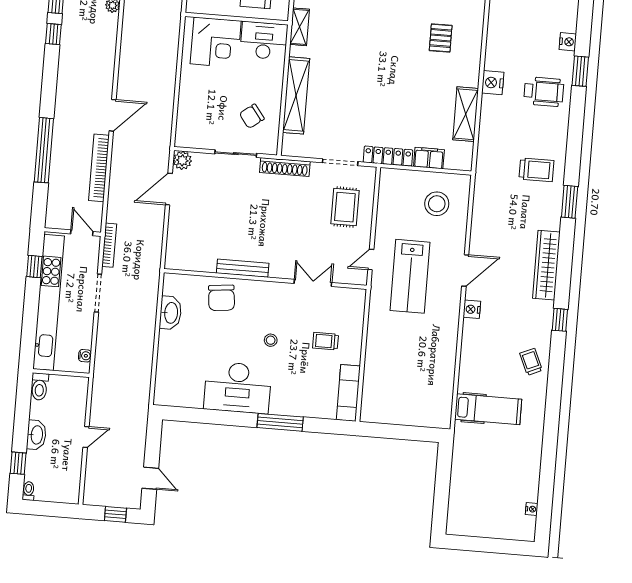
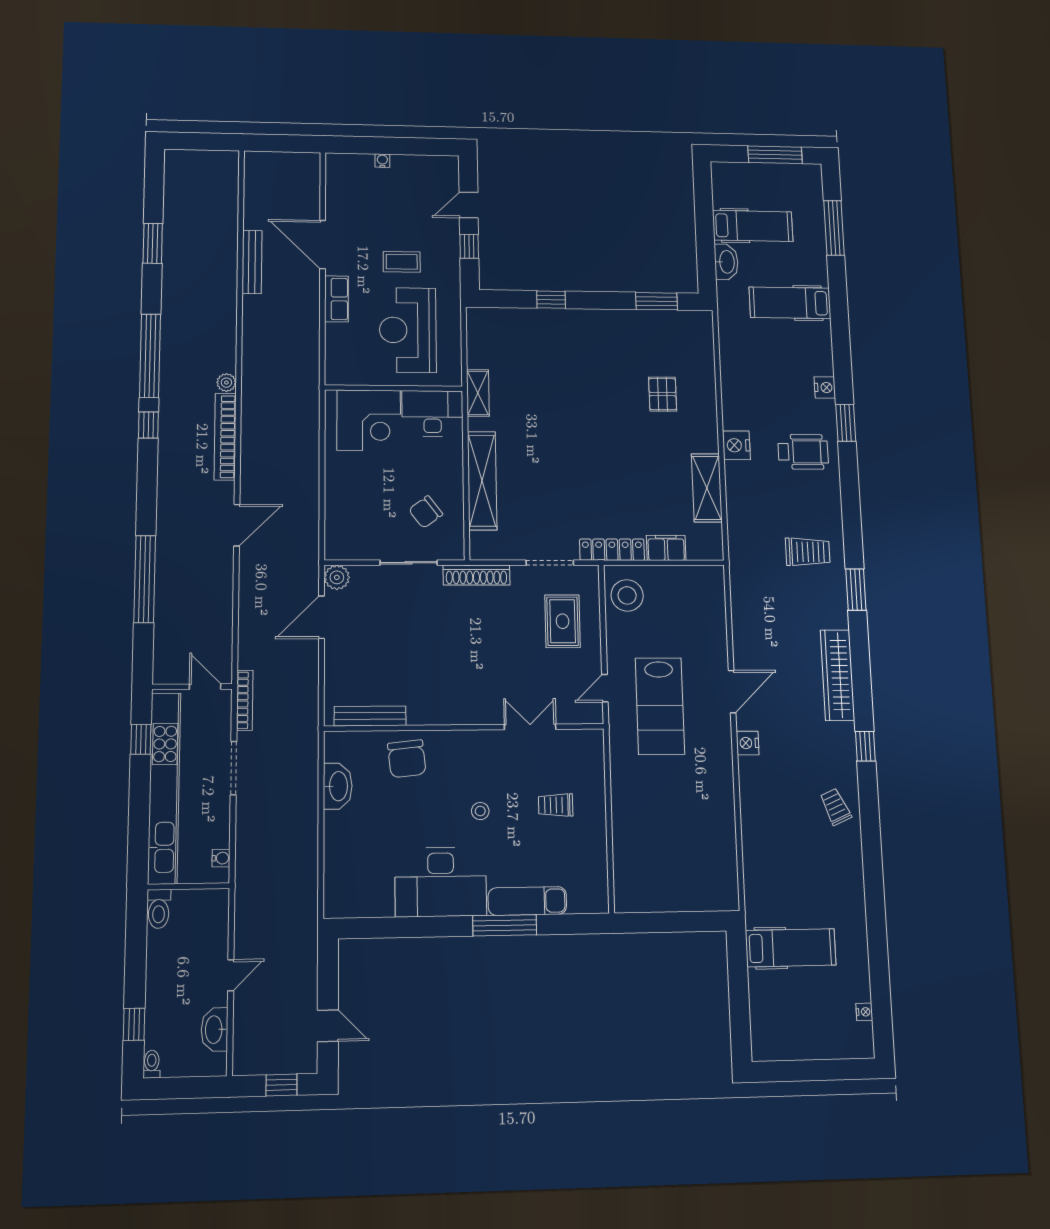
bookcase: (99, 168) -> (225, 437), moved
stool: (437, 204) -> (627, 595), moved
bench: (243, 268) -> (370, 716), moved
exam couch: (348, 393) -> (527, 901), moved, turned 90
hospital bed: (488, 409) -> (791, 948), moved
washbasin: (36, 435) -> (214, 1030), moved, turned 180

